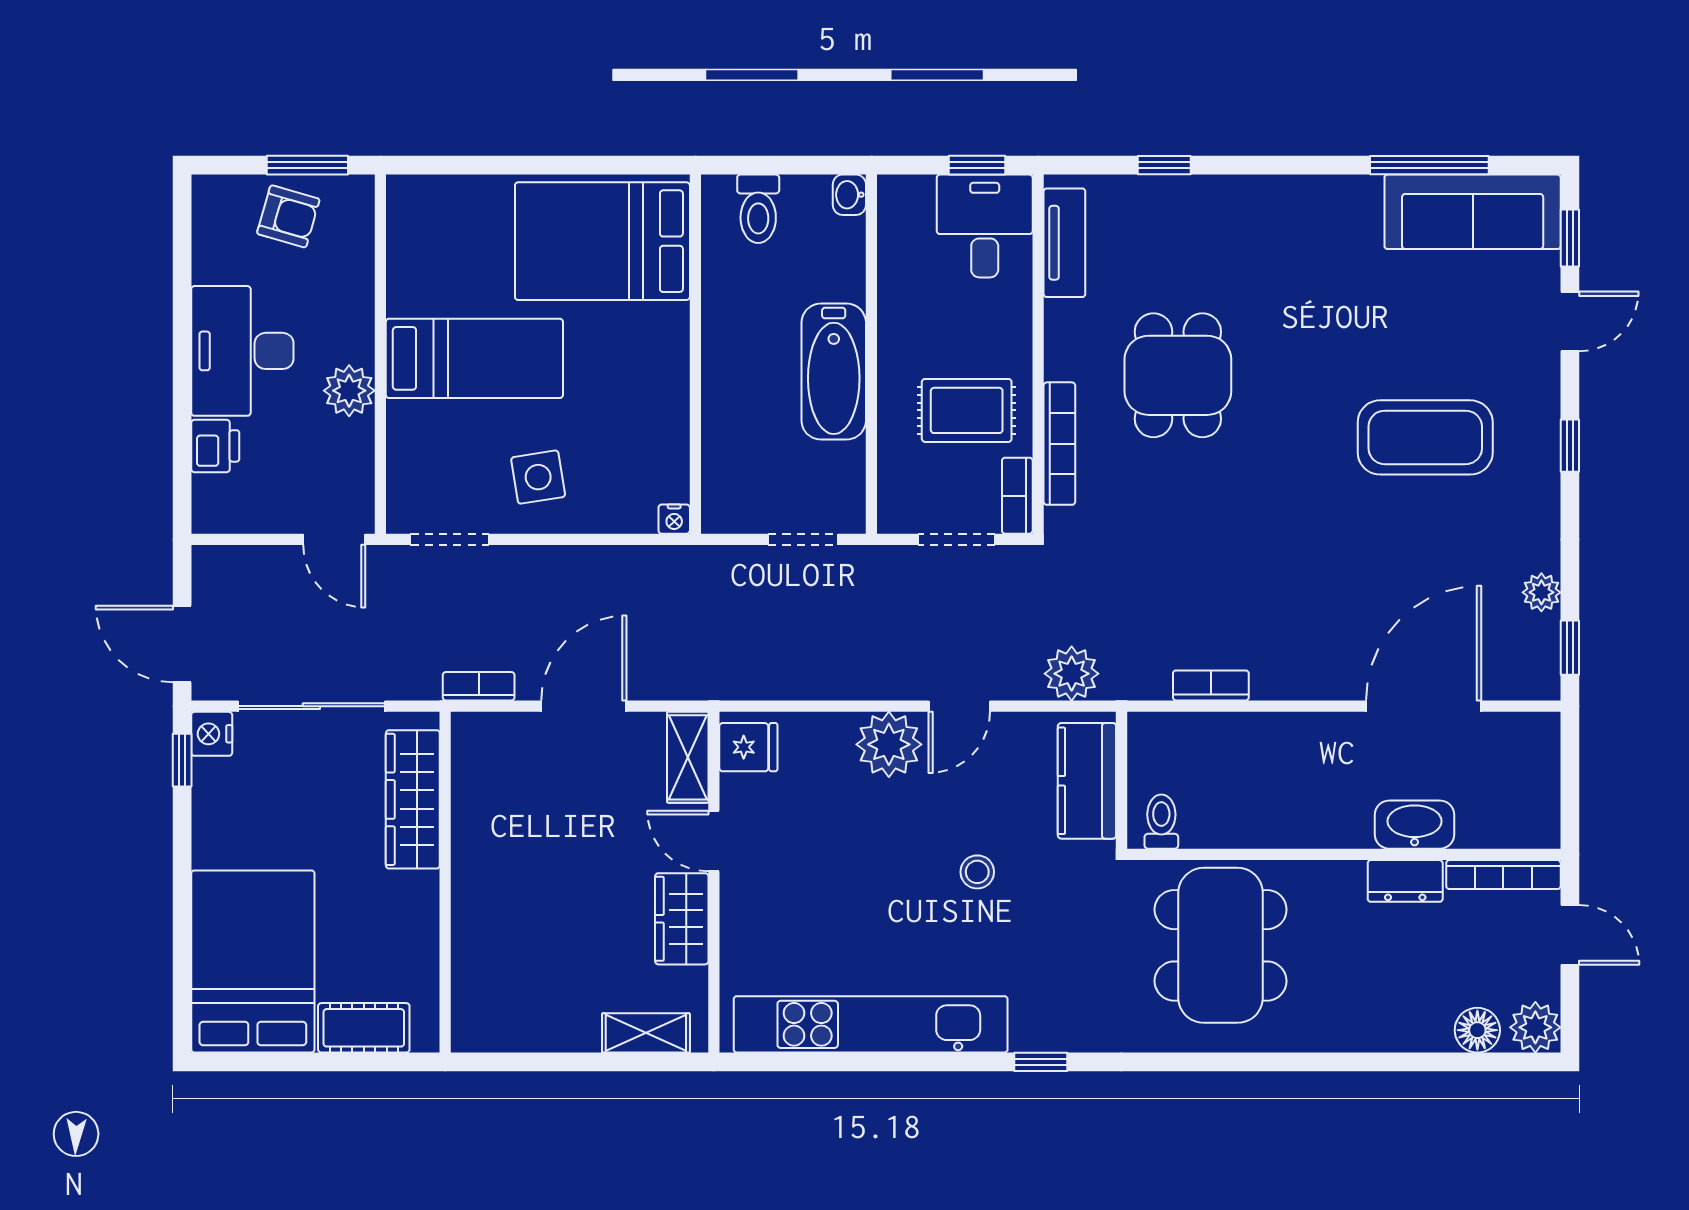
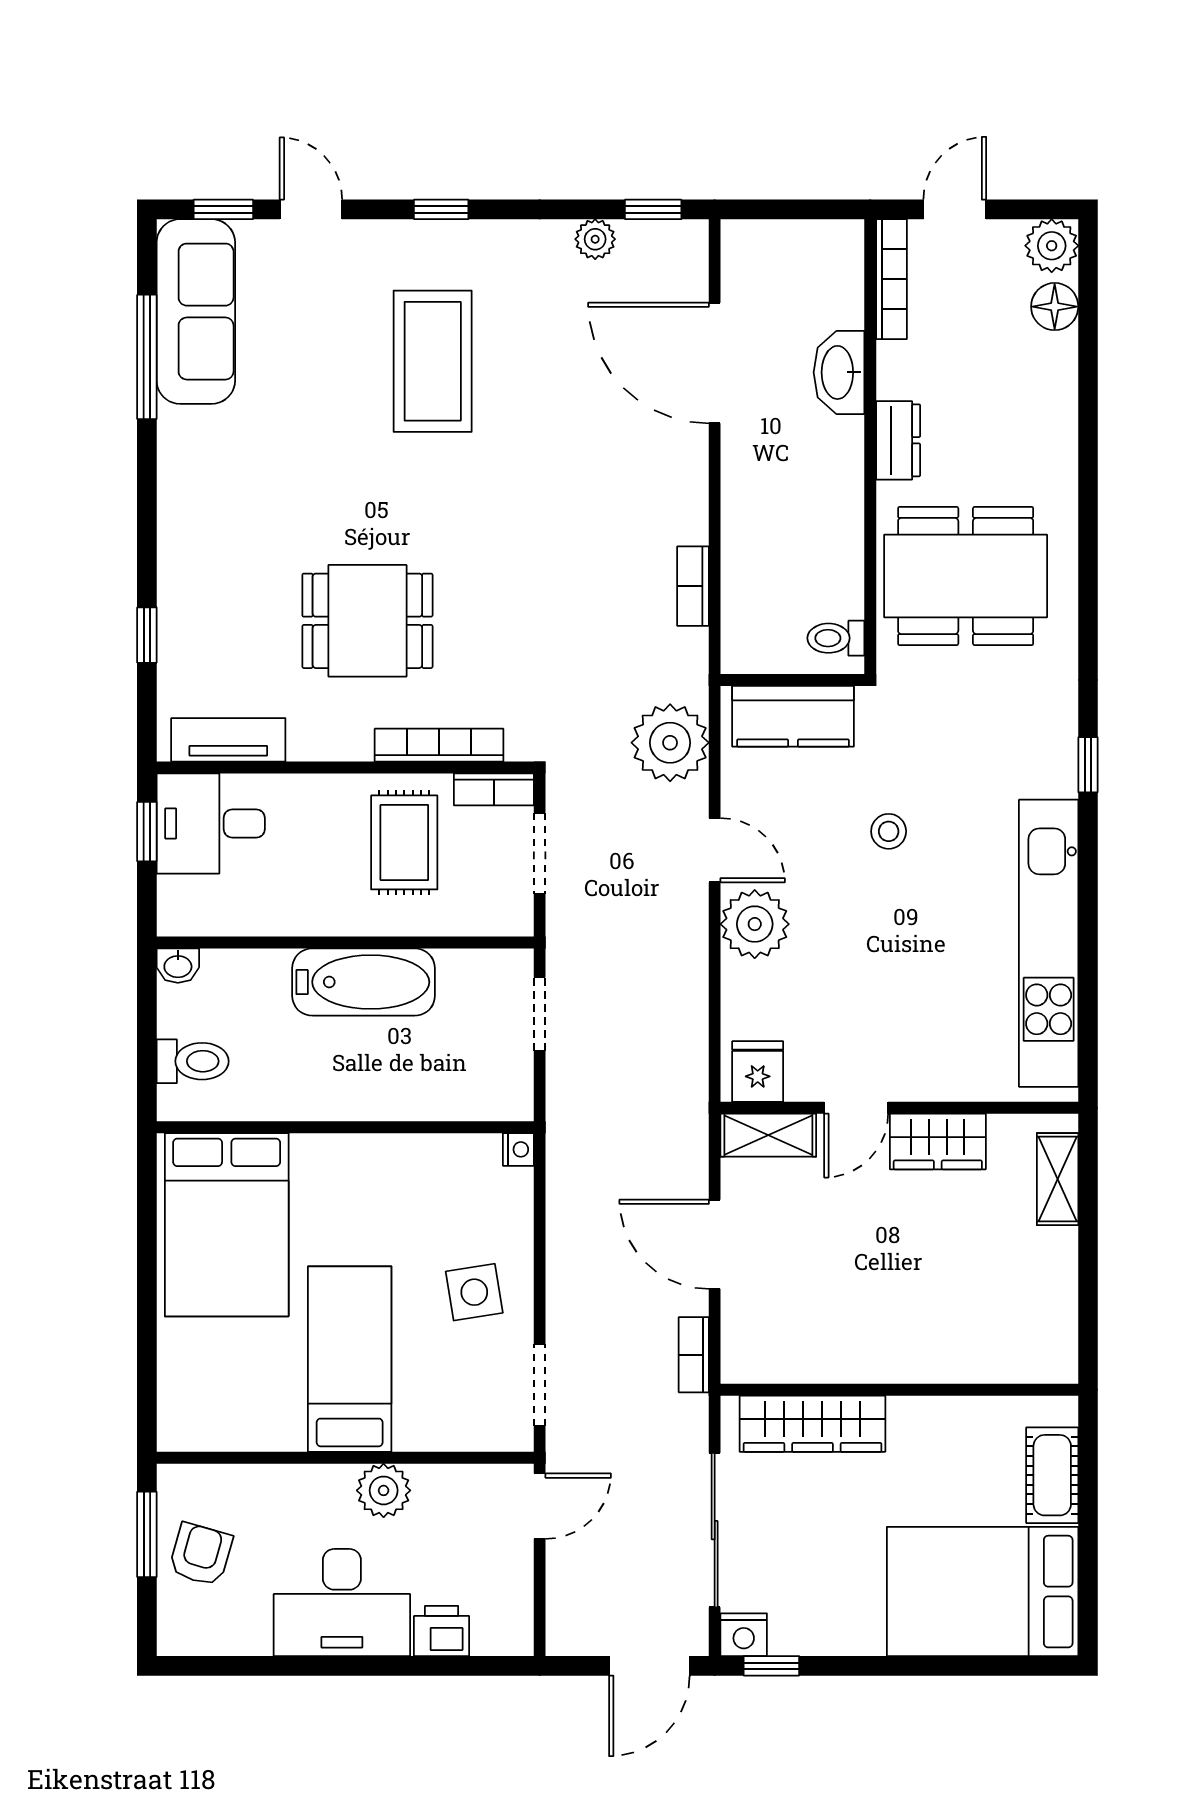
plant: (1072, 674) -> (670, 743), width x1.36, depth x1.36
dresser: (1405, 881) -> (898, 440), moved

